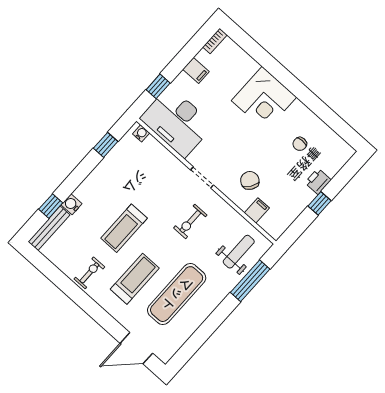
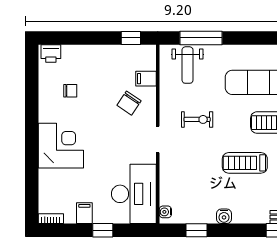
window: (158, 86) -> (103, 230), moved
printer: (318, 181) -> (51, 53), moved
window: (320, 203) -> (131, 38), moved
water cooler: (72, 204) -> (224, 216), moved
treadmill: (124, 228) -> (245, 163), turned 180
weight bench: (239, 252) -> (188, 65), turned -90

